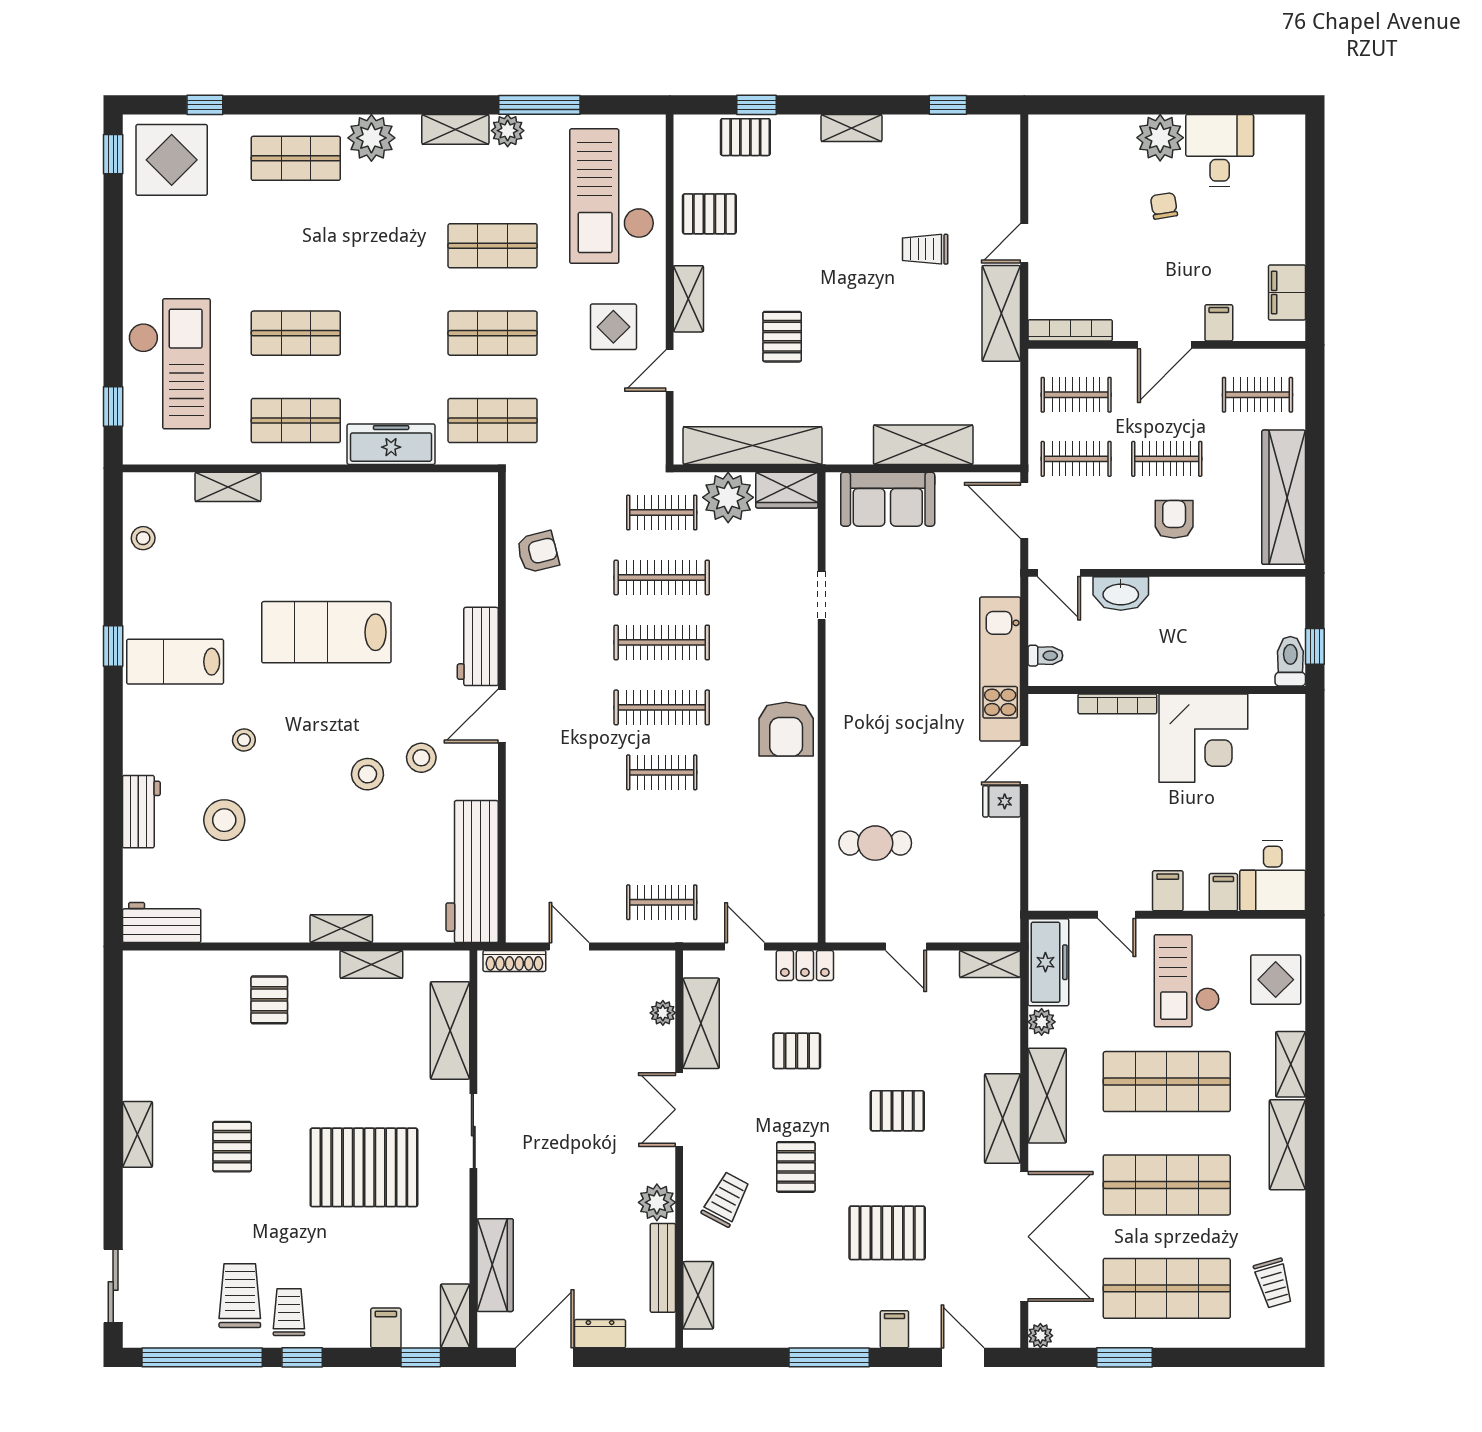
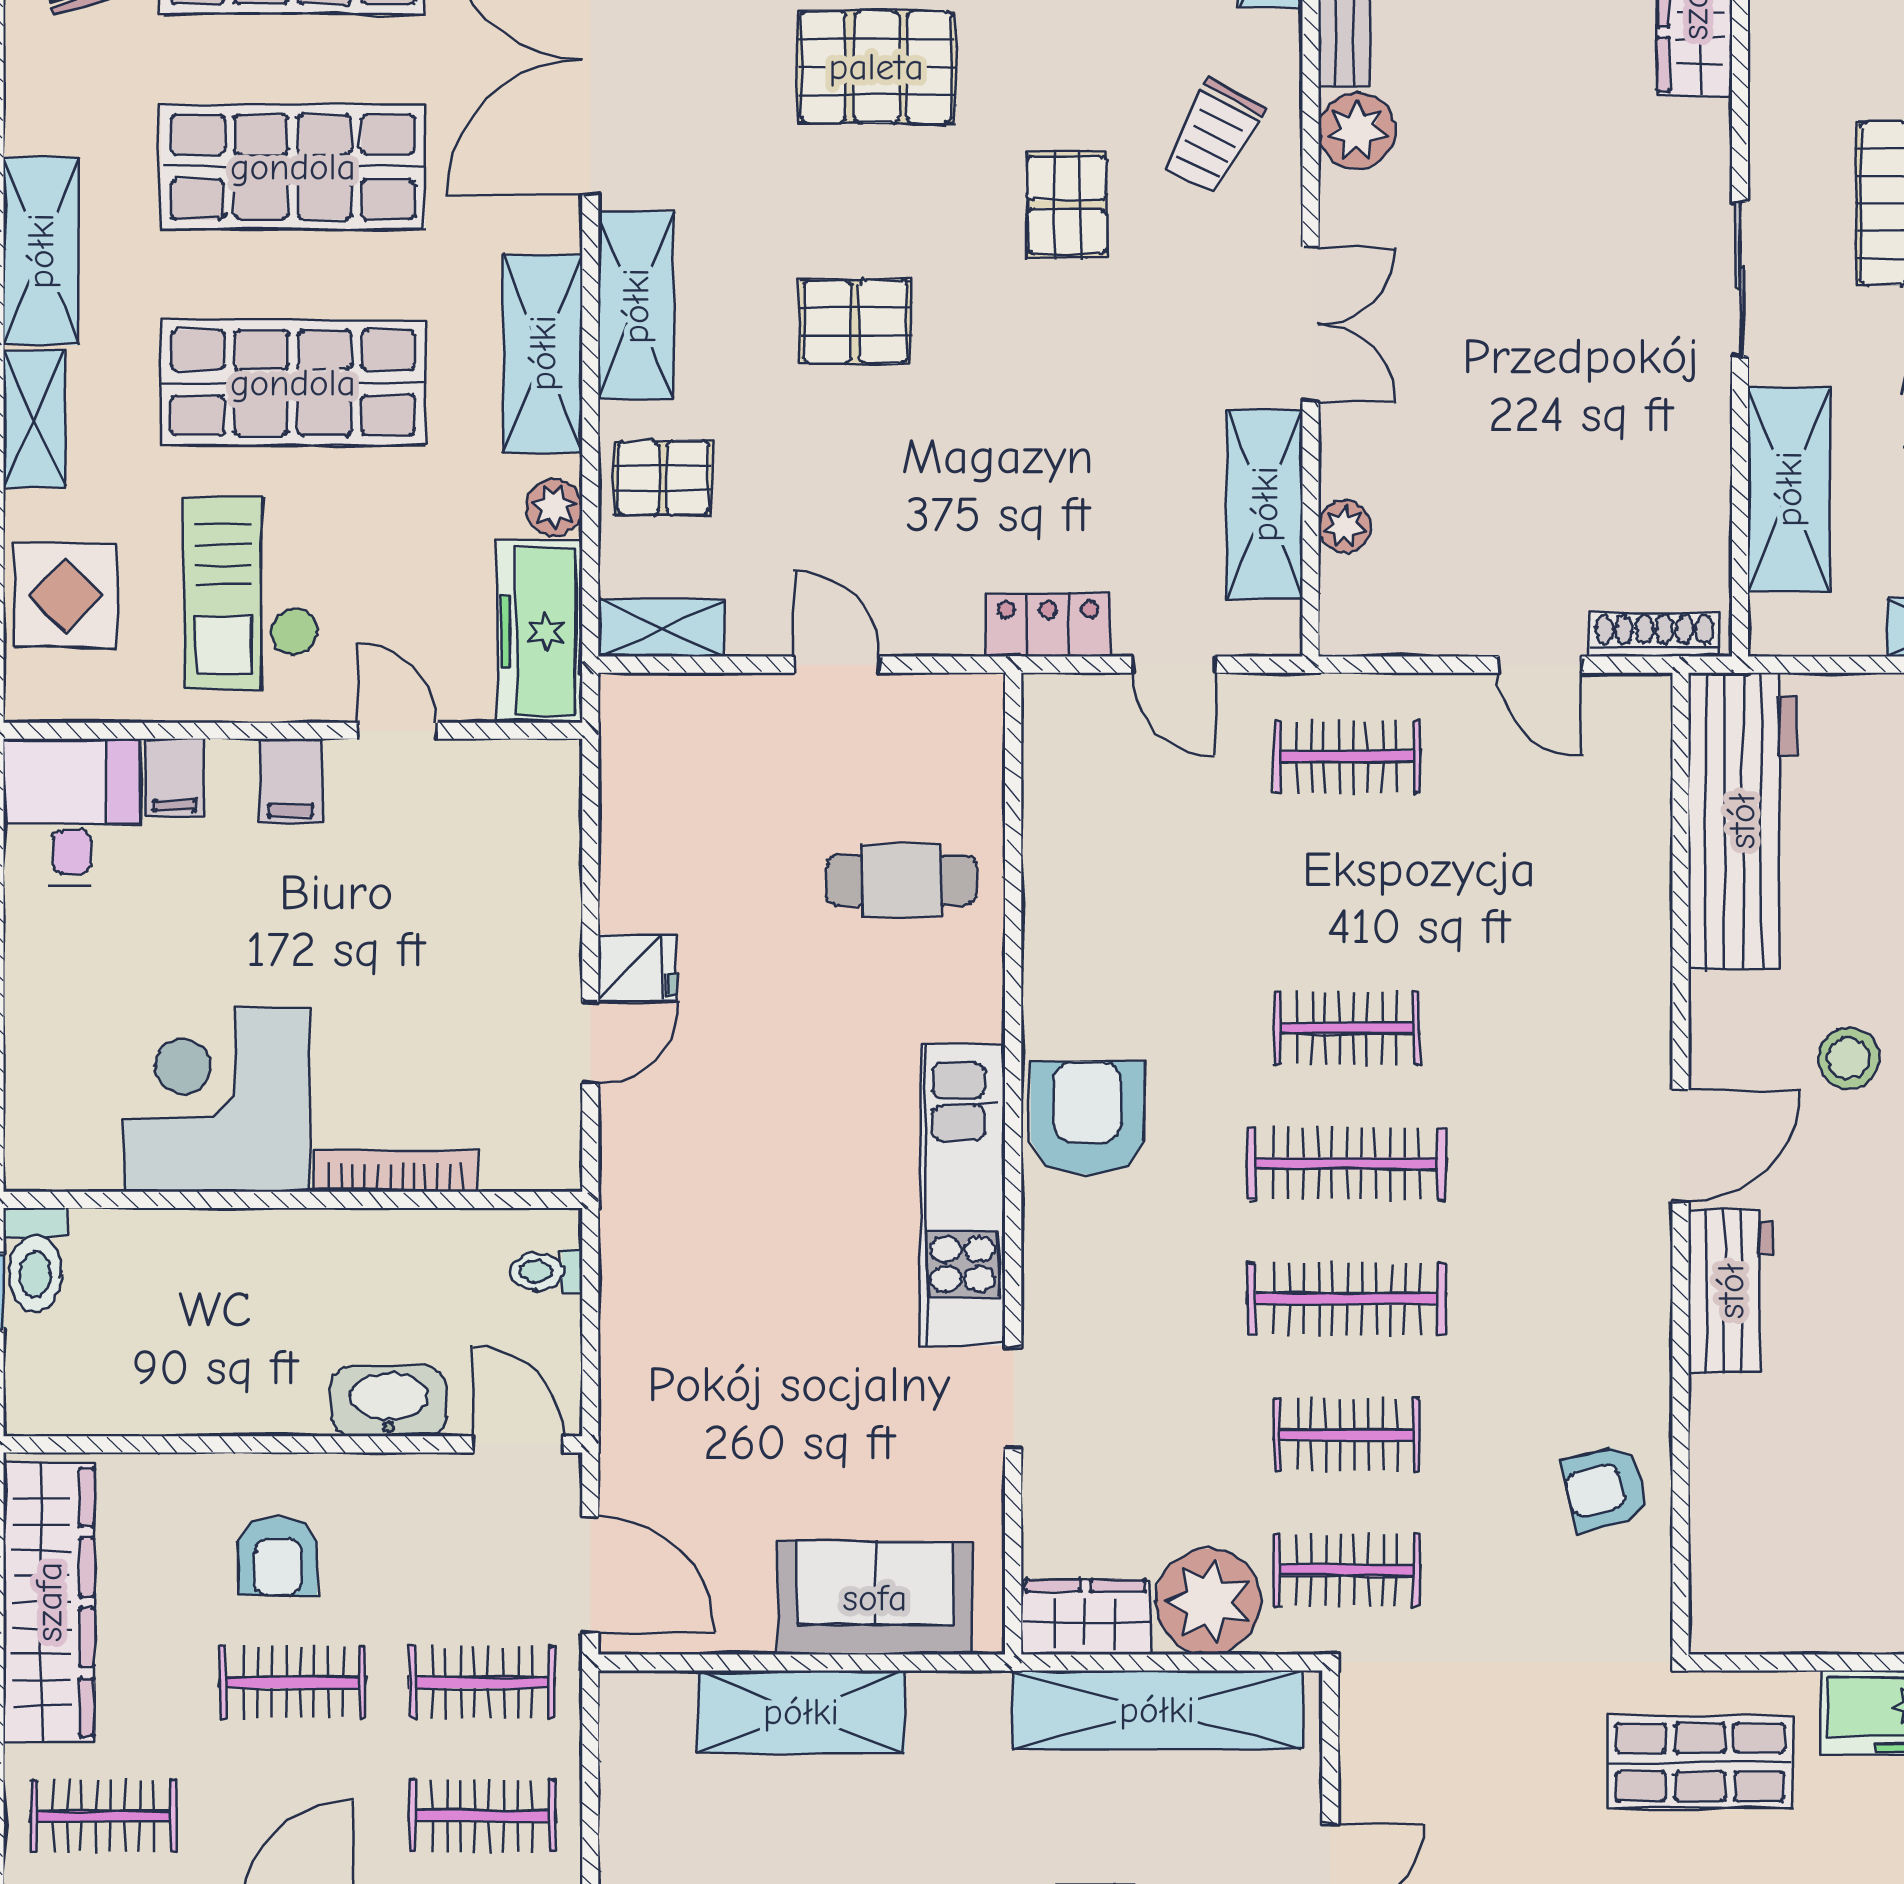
clothes rail: (662, 577) -> (1347, 1435), width x0.73
kitchen unit: (1000, 669) -> (963, 1195), moved, turned 180
checkout: (1187, 981) -> (251, 593), turned 180
pallet: (797, 1051) -> (663, 478), moved

